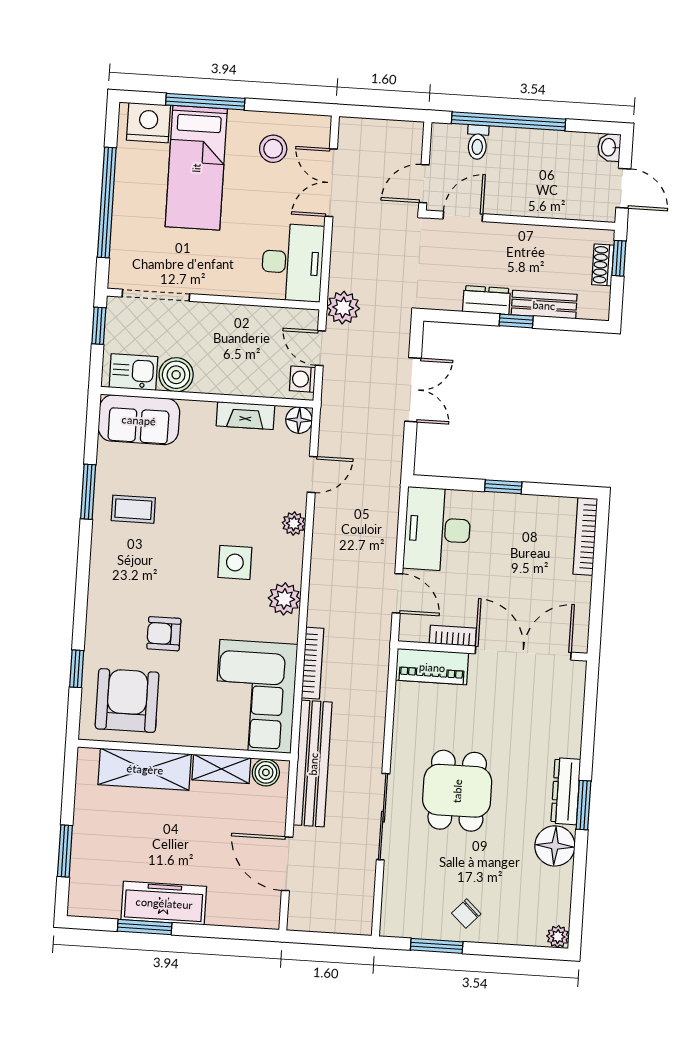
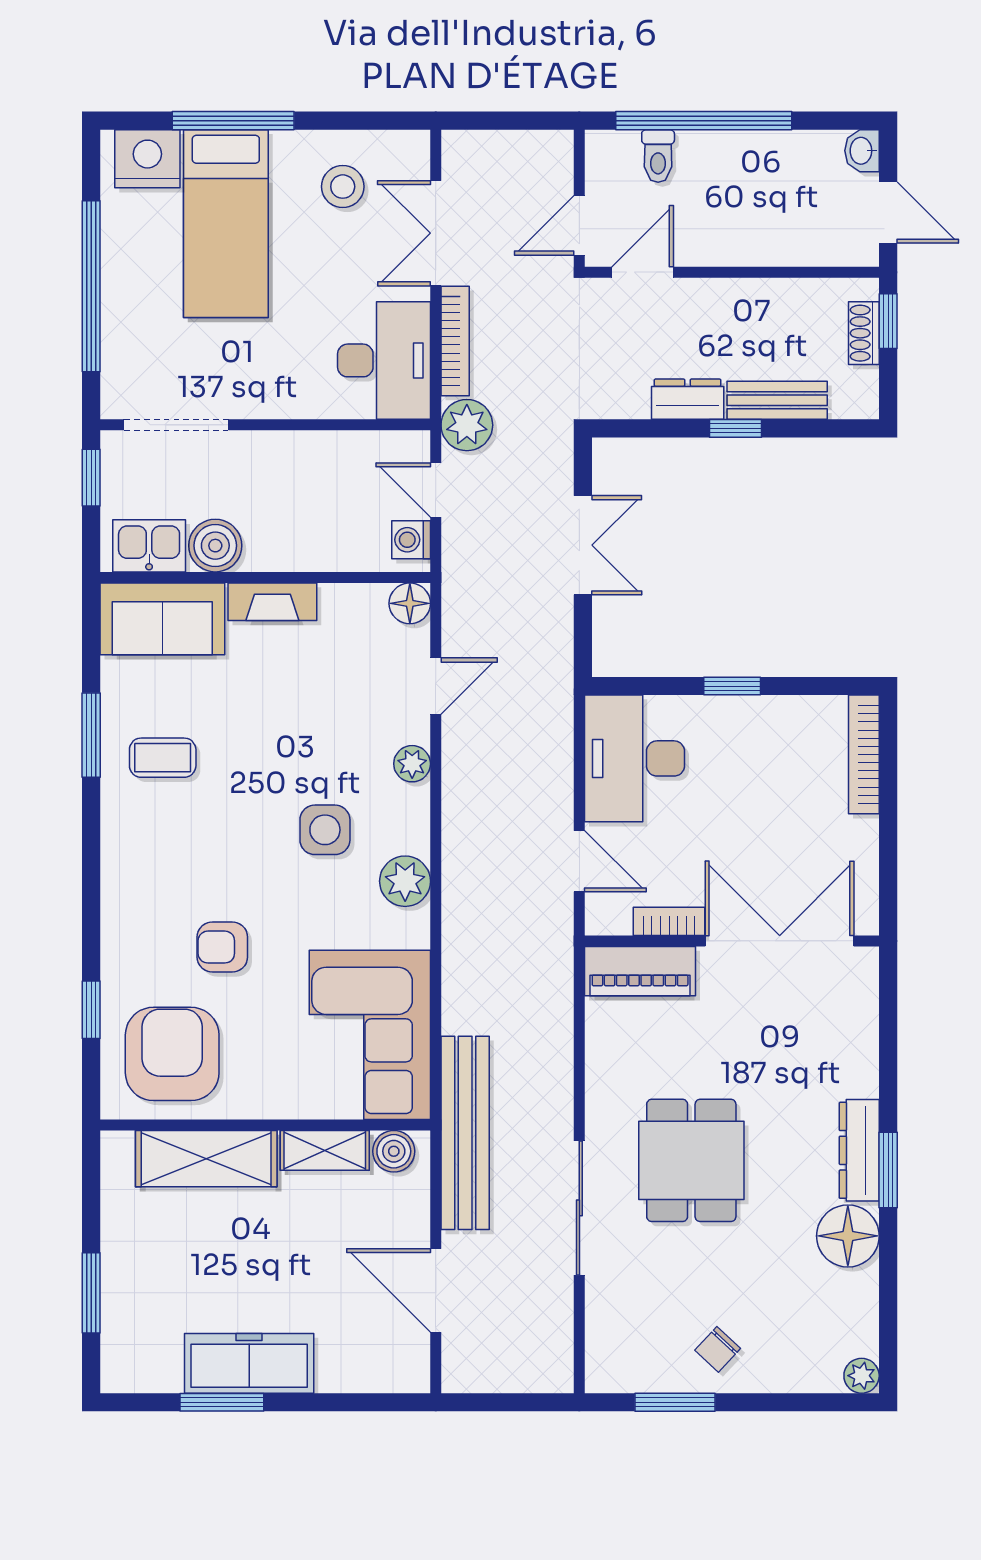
fireplace: (245, 416) -> (272, 602), moved
bookcase: (313, 663) -> (455, 341), moved

